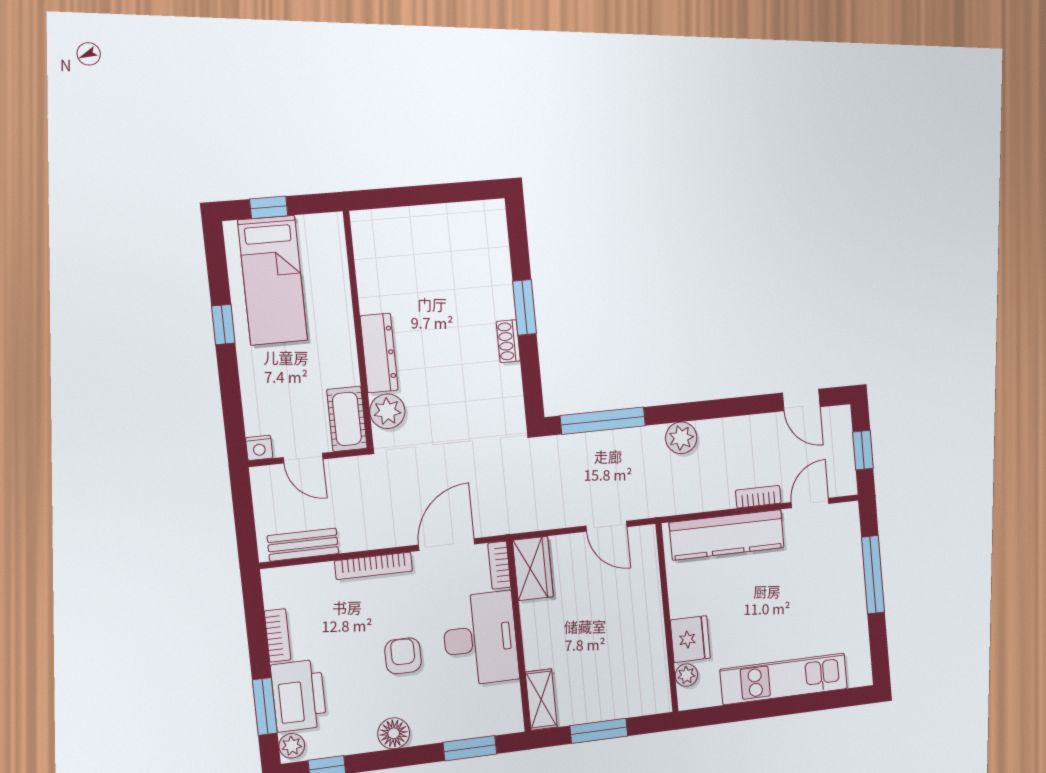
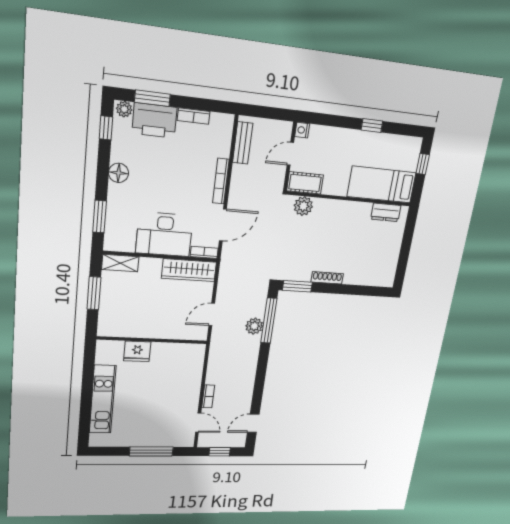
bed: (273, 280) -> (382, 185), moved
window: (525, 307) -> (297, 286), moved
shoe rack: (508, 341) -> (327, 278), width x1.43
dresser: (379, 353) -> (386, 212), moved, width x0.70
plant: (681, 438) -> (254, 326), moved
kitchen counter: (727, 535) -> (191, 378), removed
door: (447, 545) -> (223, 225), hinge flipped
wardrobe: (533, 569) -> (189, 270), width x1.50
armchair: (403, 656) -> (164, 188), removed
plant: (686, 675) -> (117, 347), removed

